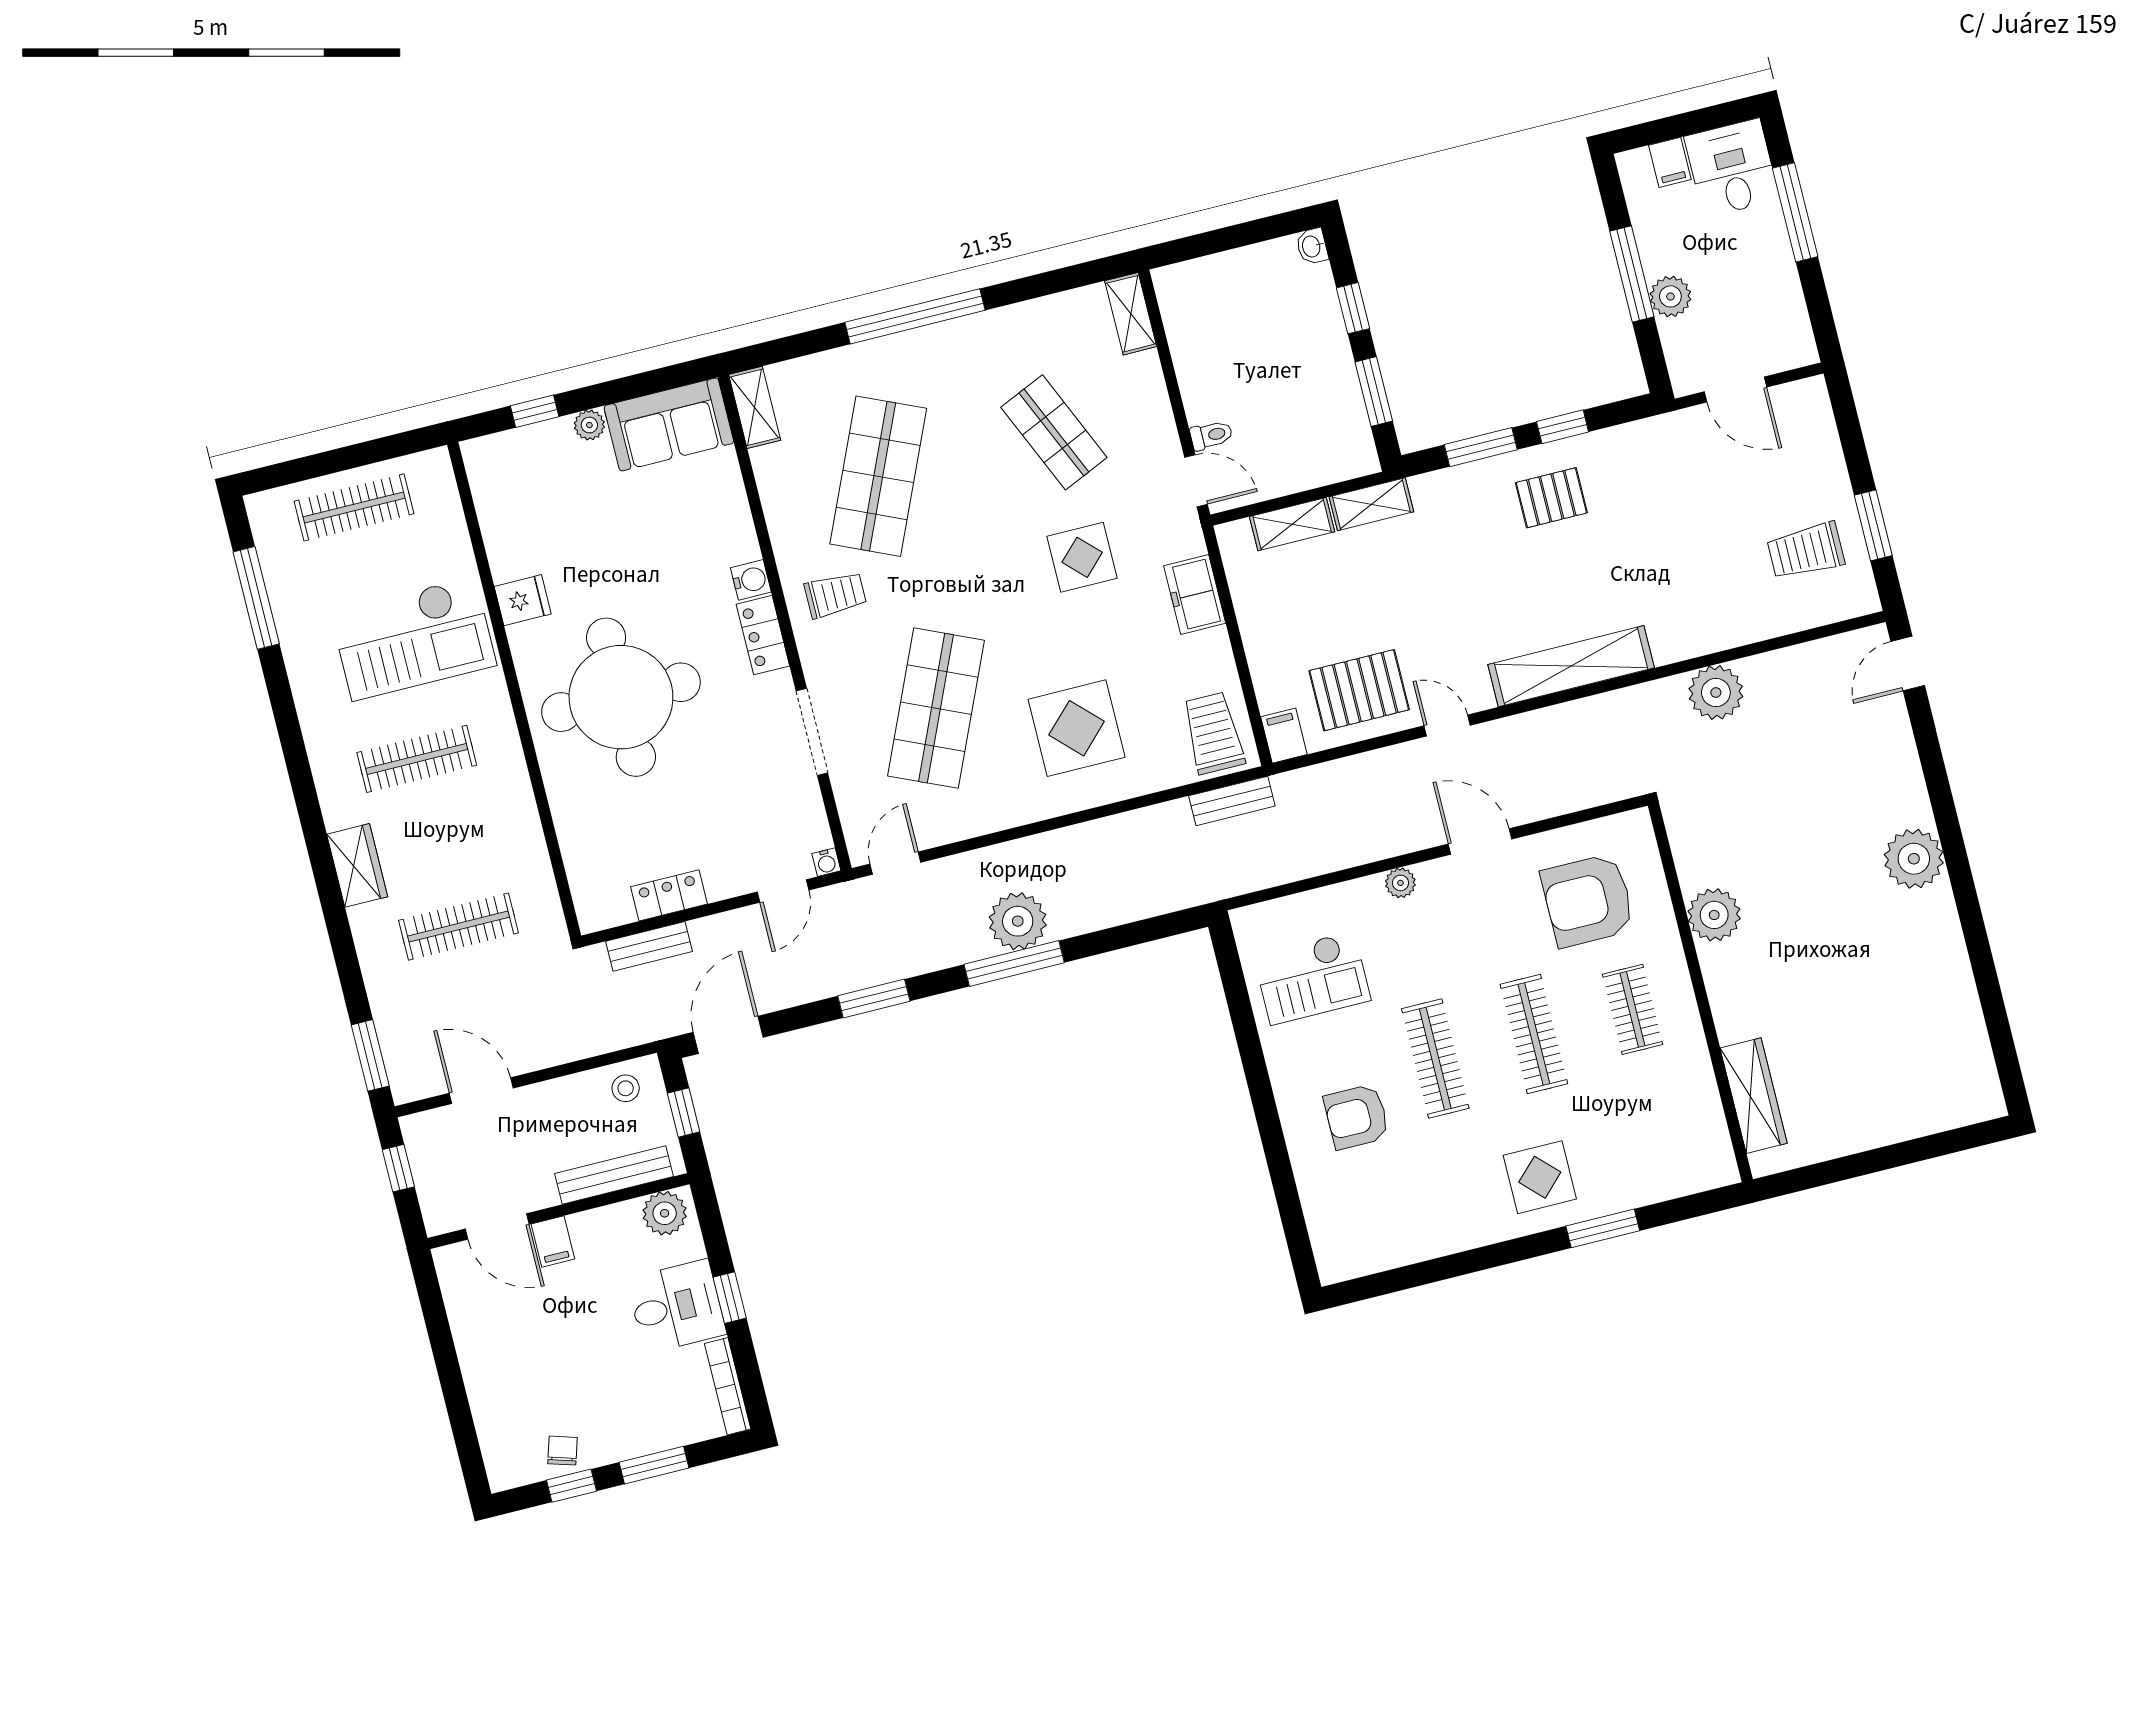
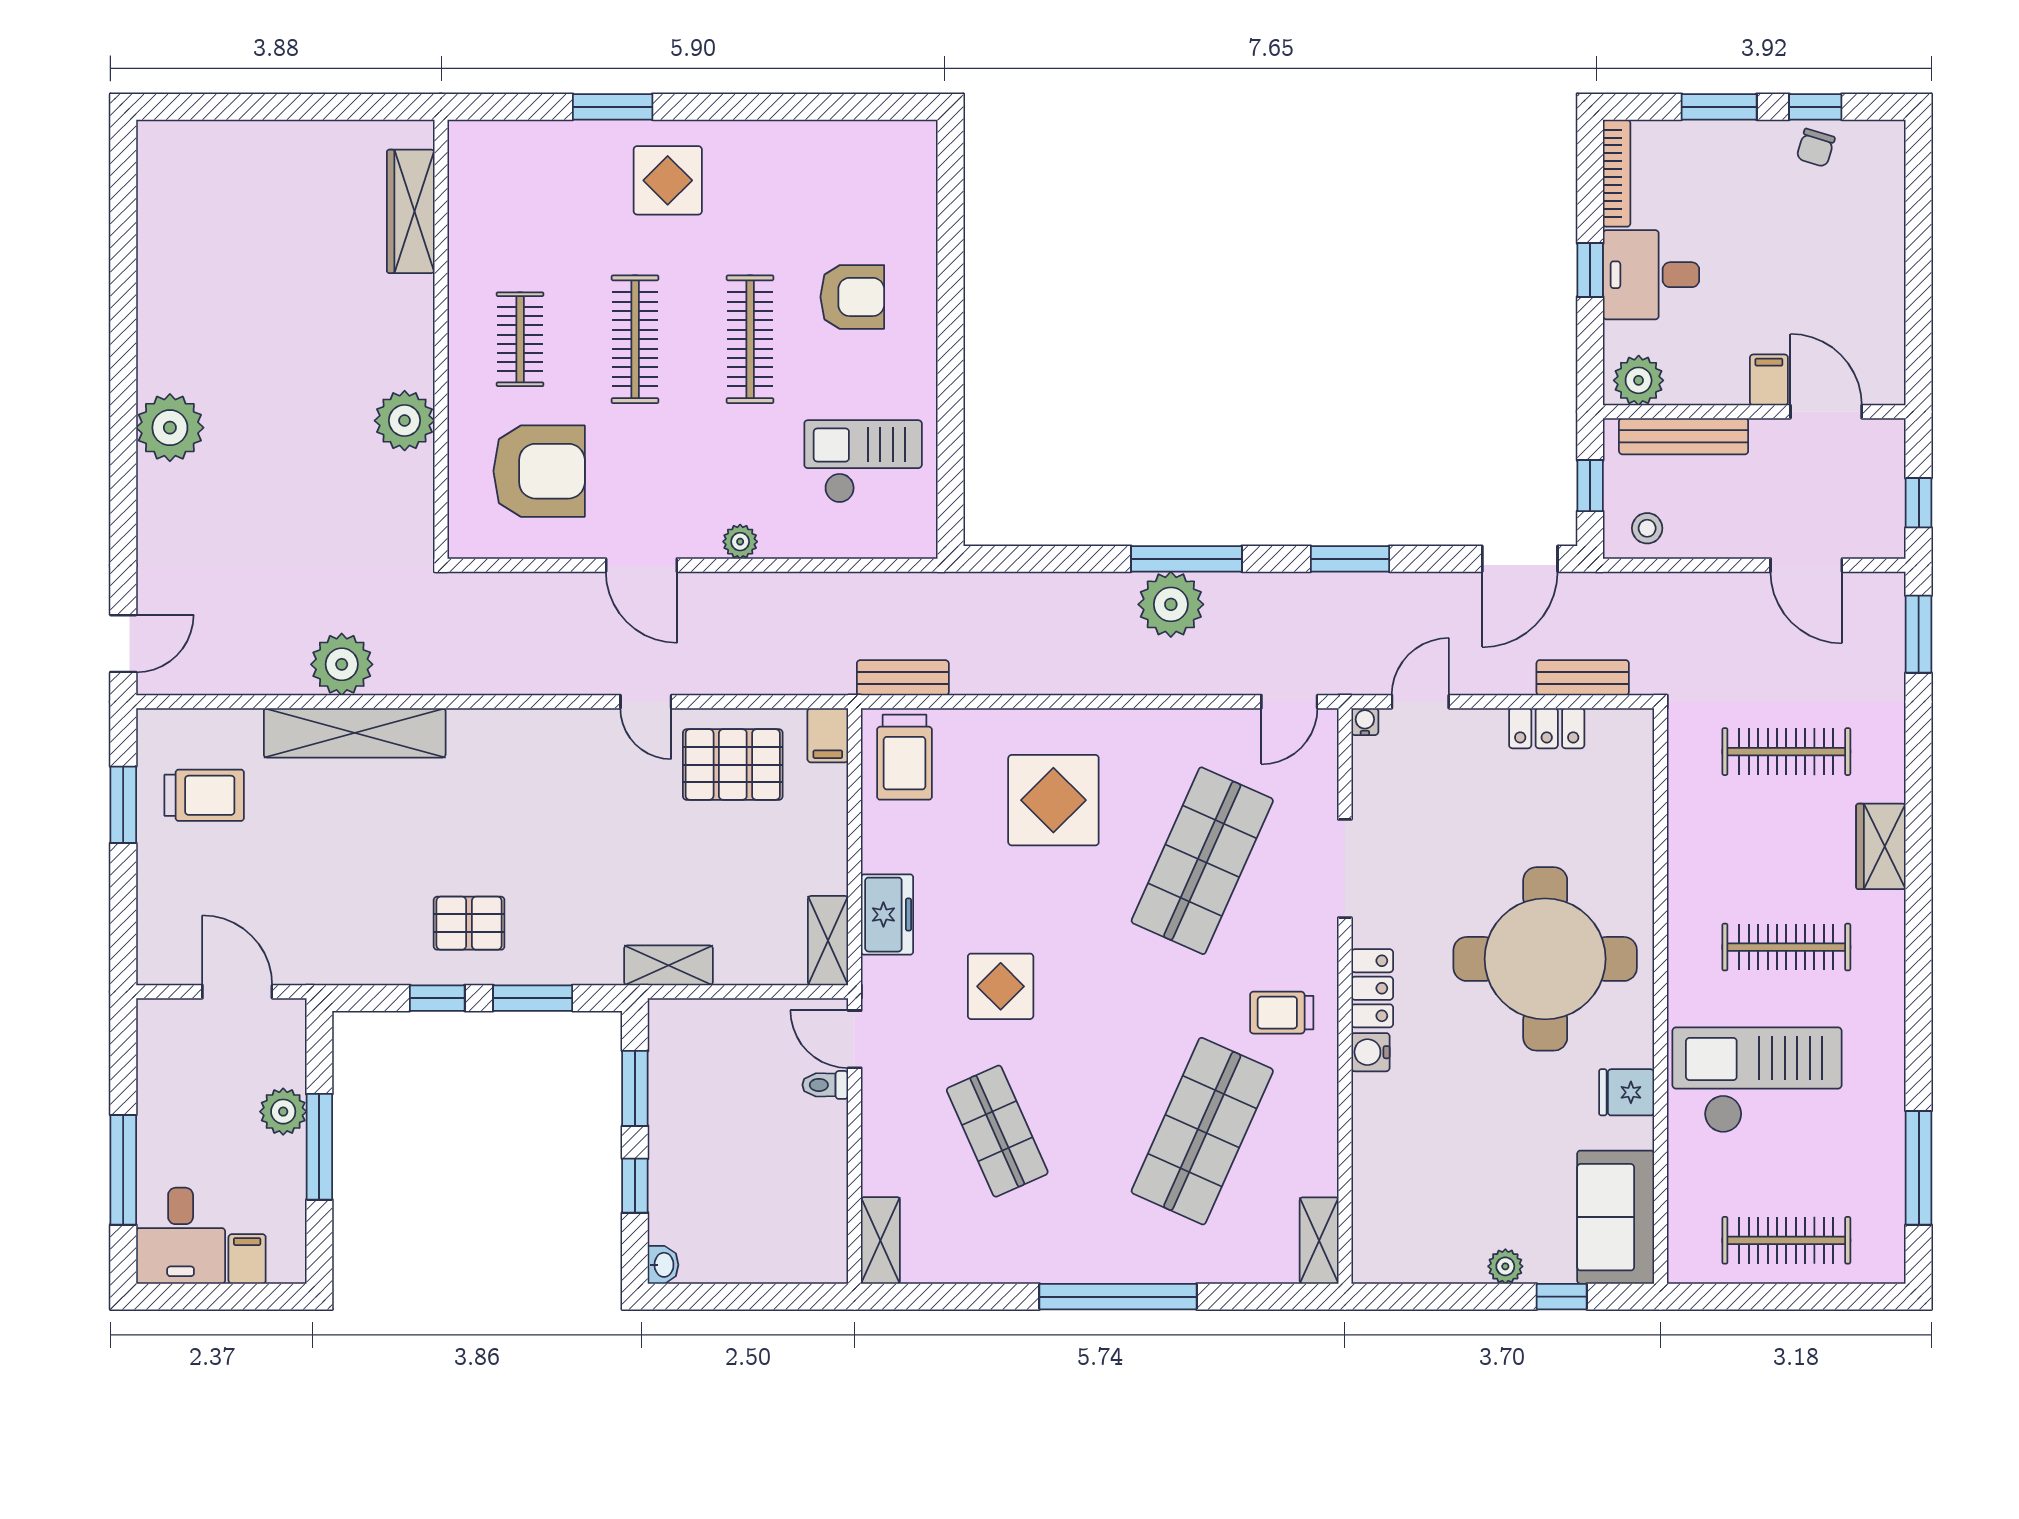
sofa: (669, 424) -> (1616, 1217), moved, turned -90
shelving: (1292, 524) -> (828, 941), moved, turned 90
shelving: (1571, 666) -> (355, 733), moved

